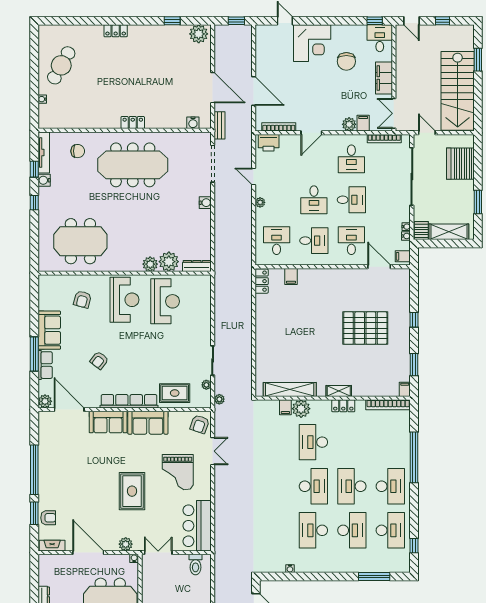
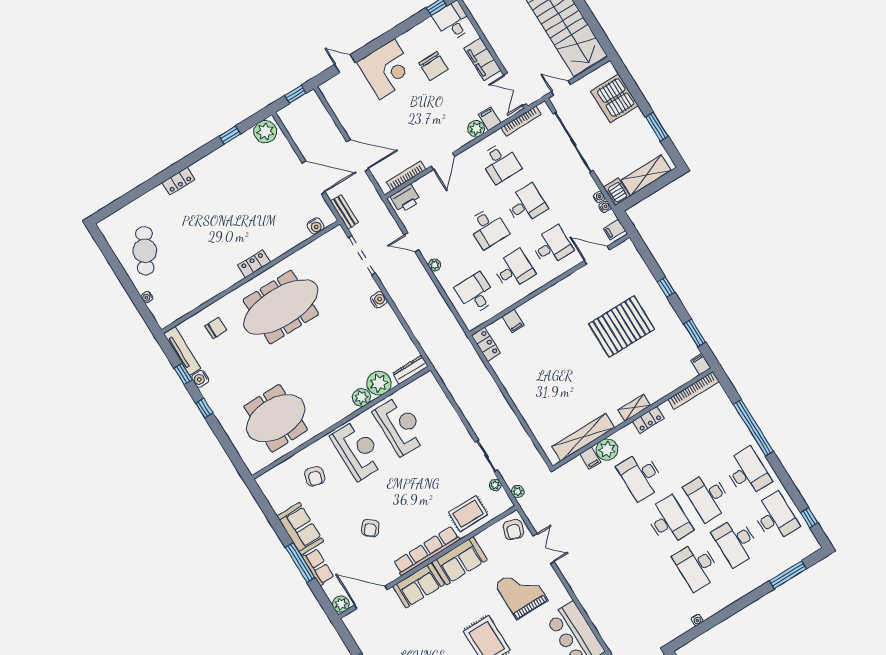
desk: (351, 241) -> (552, 246), turned 90
grand piano: (178, 472) -> (521, 592), turned 180
desk: (352, 530) -> (736, 542), turned 180

